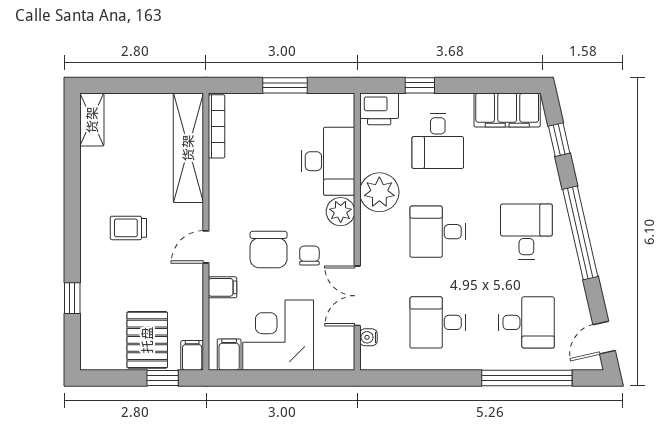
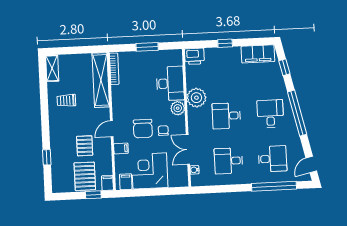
window: (420, 85) -> (225, 43), moved
desk: (438, 141) -> (224, 71), removed
trolley: (128, 228) -> (66, 100), moved
pallet: (150, 279) -> (85, 146), added

